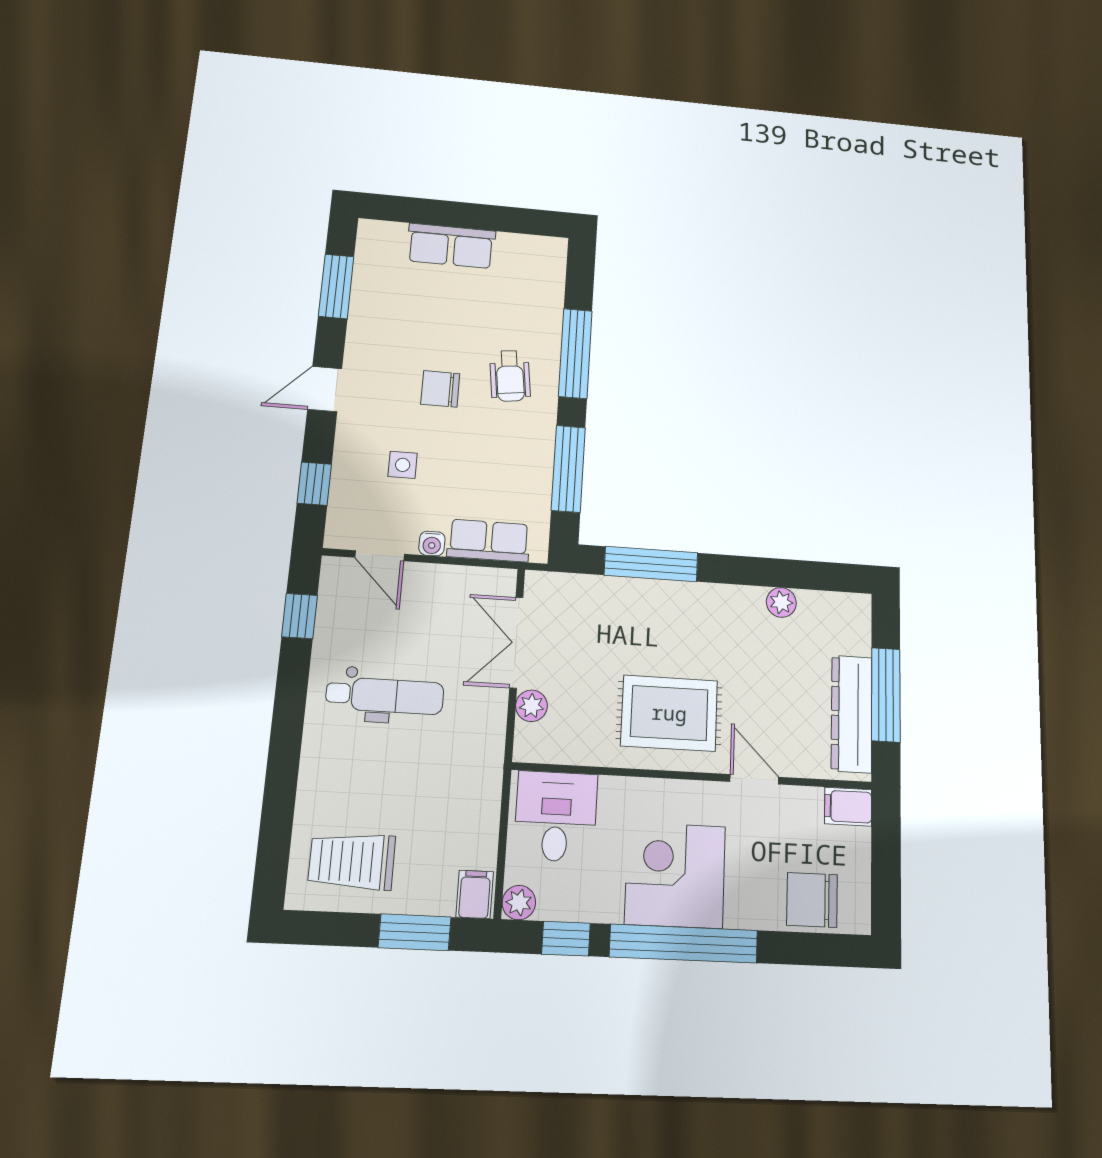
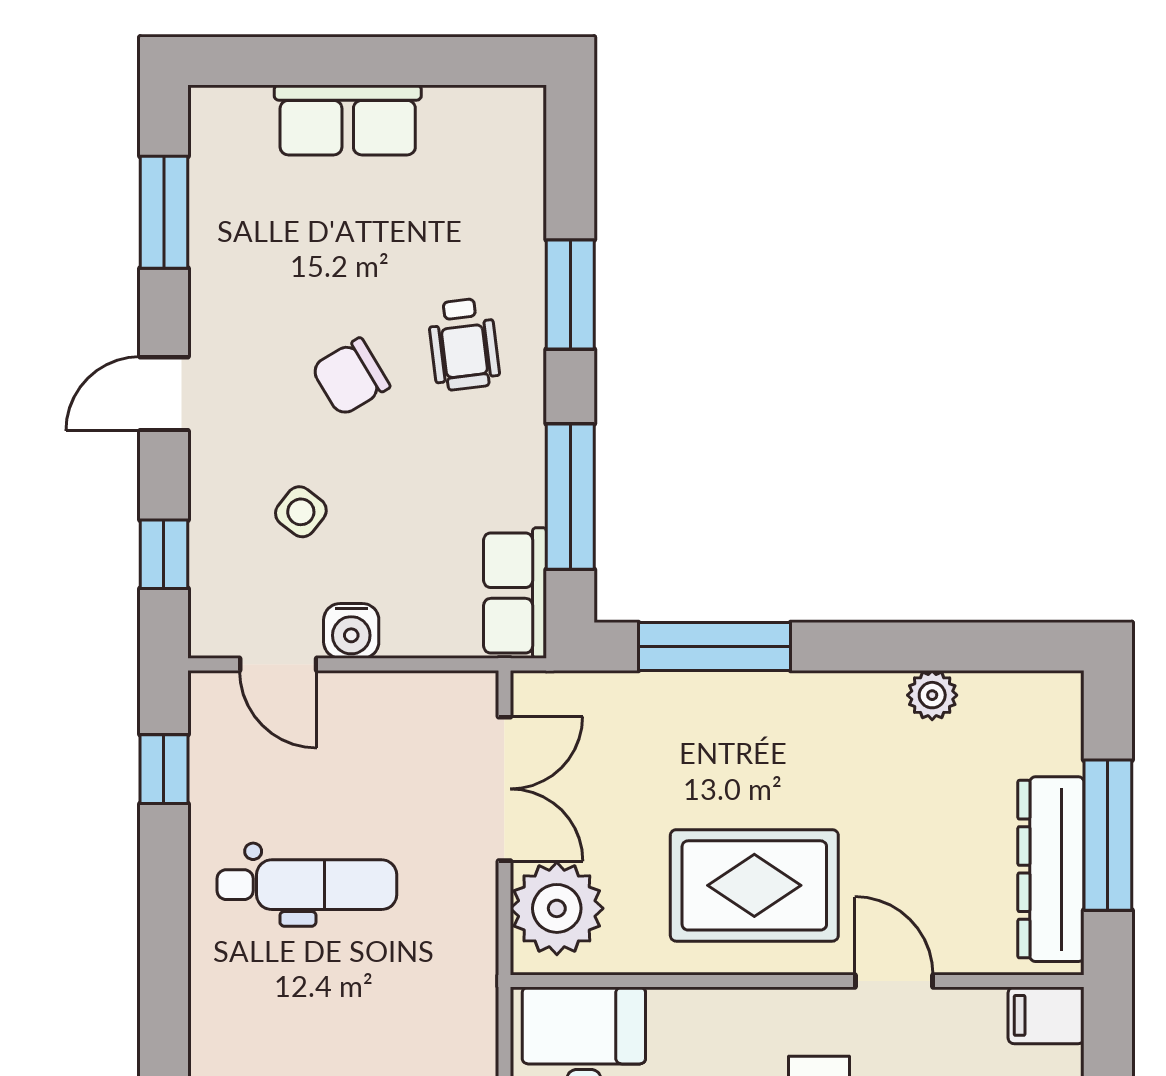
window: (575, 353) -> (570, 294), width x0.69
chair: (440, 389) -> (351, 377), turned -31
side table: (403, 465) -> (301, 512), turned 38
row of seats: (489, 541) -> (515, 593), moved, turned -90
water cooler: (432, 544) -> (351, 631), width x1.38, depth x1.38
double door: (516, 642) -> (504, 789), swing flipped
plant: (531, 706) -> (557, 908), width x1.88, depth x1.88

